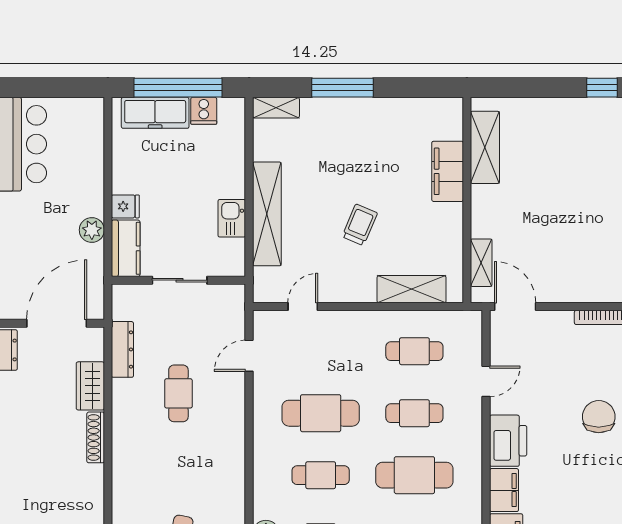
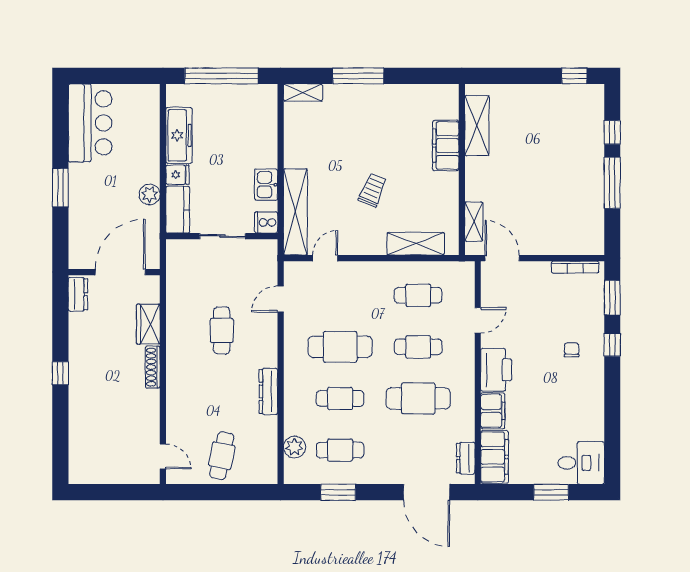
cooker: (204, 111) -> (266, 222), moved, turned 90
freezer: (155, 113) -> (179, 135), moved, turned -90
shelving: (267, 214) -> (295, 212), moved
dresser: (122, 349) -> (268, 391), moved, turned 180
chair: (599, 417) -> (572, 350), width x0.54, depth x0.54

